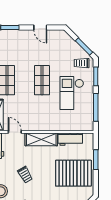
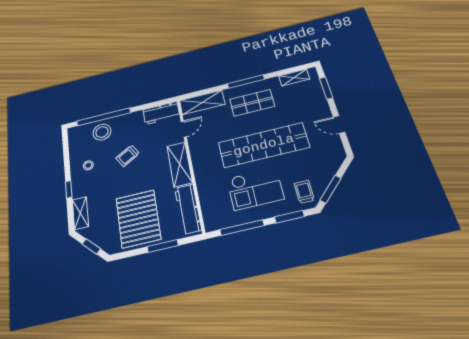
door: (40, 28) -> (339, 125), hinge flipped
shop shelf: (42, 80) -> (264, 145), width x2.00, depth x1.36
checkout: (72, 93) -> (255, 189), turned 180
workbench: (70, 139) -> (188, 209), width x1.38

